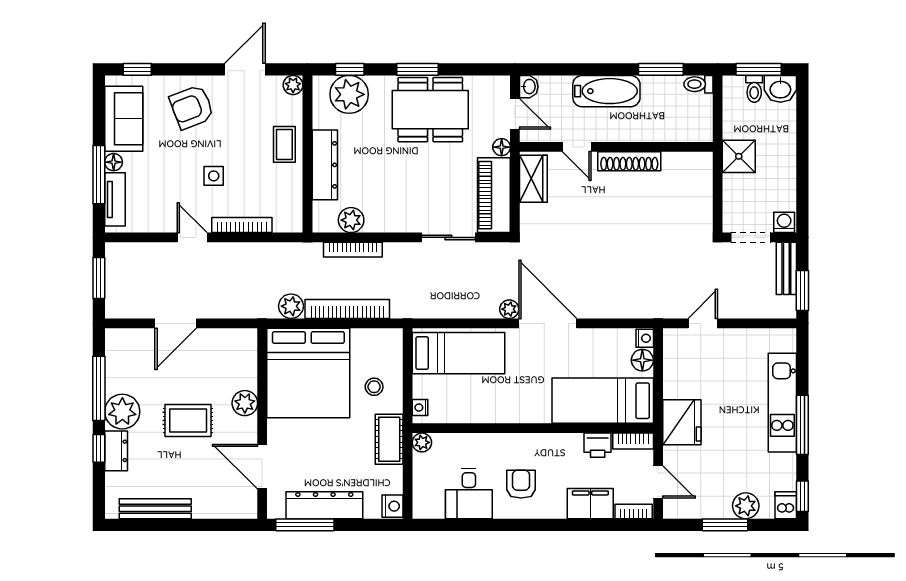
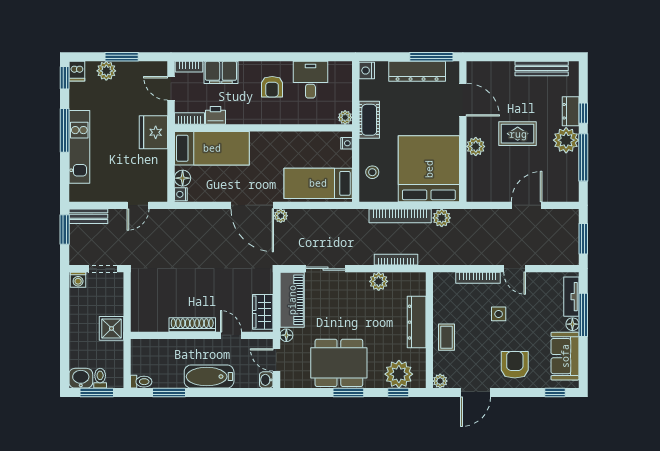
armchair: (192, 107) -> (515, 365), turned -69
plant: (351, 220) -> (379, 281), moved
bench: (786, 268) -> (88, 216), moved, turned 90
stool: (374, 387) -> (372, 172), moved

